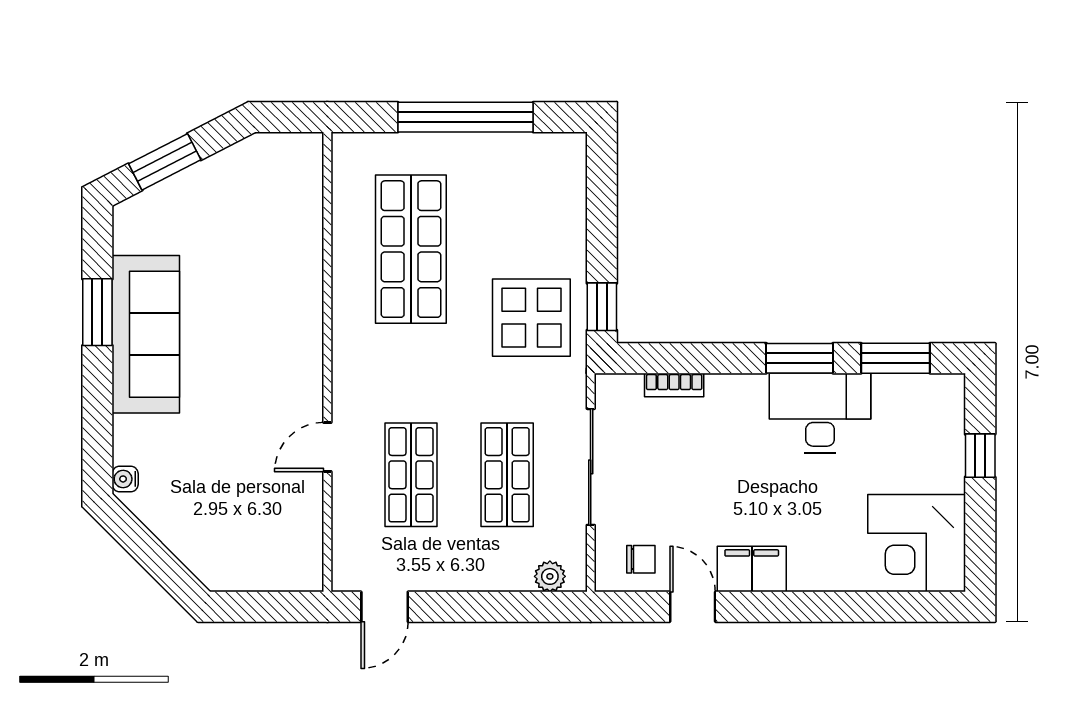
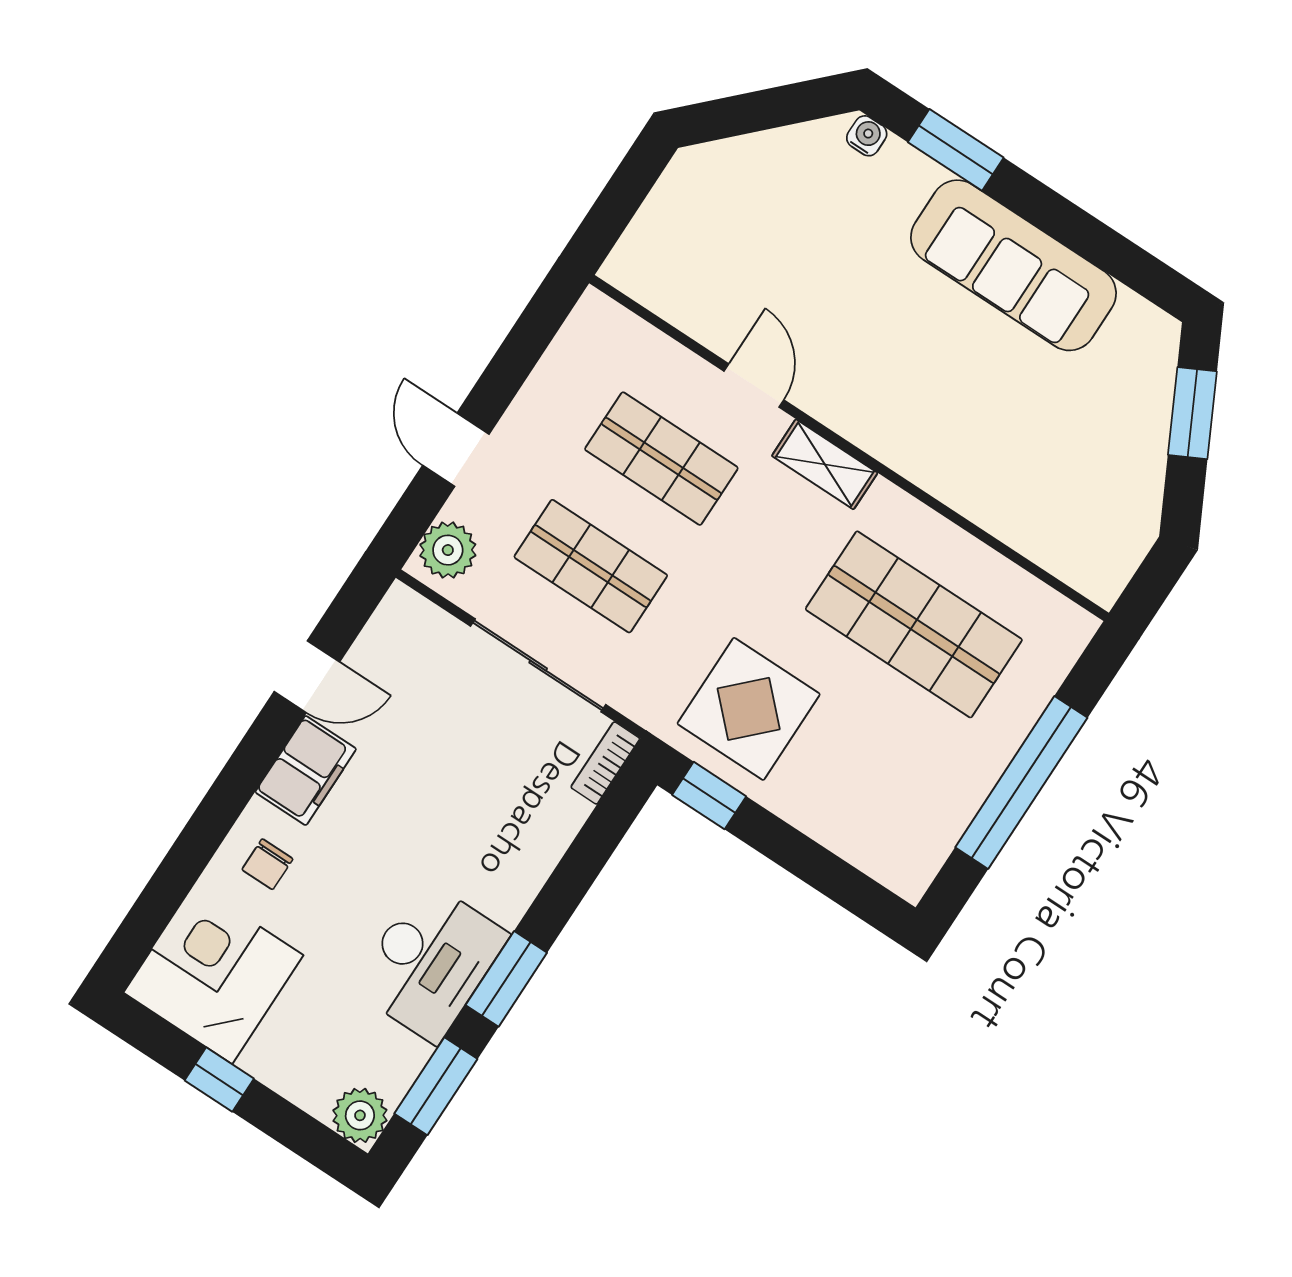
window: (97, 312) -> (956, 150), moved
shelving: (348, 370) -> (825, 464), added
bookcase: (674, 385) -> (605, 763), moved
plant: (945, 394) -> (360, 1115), added
window: (980, 456) -> (219, 1080), moved
chair: (641, 559) -> (267, 864), moved
plant: (550, 576) -> (448, 550), width x1.38, depth x1.38
door: (385, 607) -> (456, 450), moved

